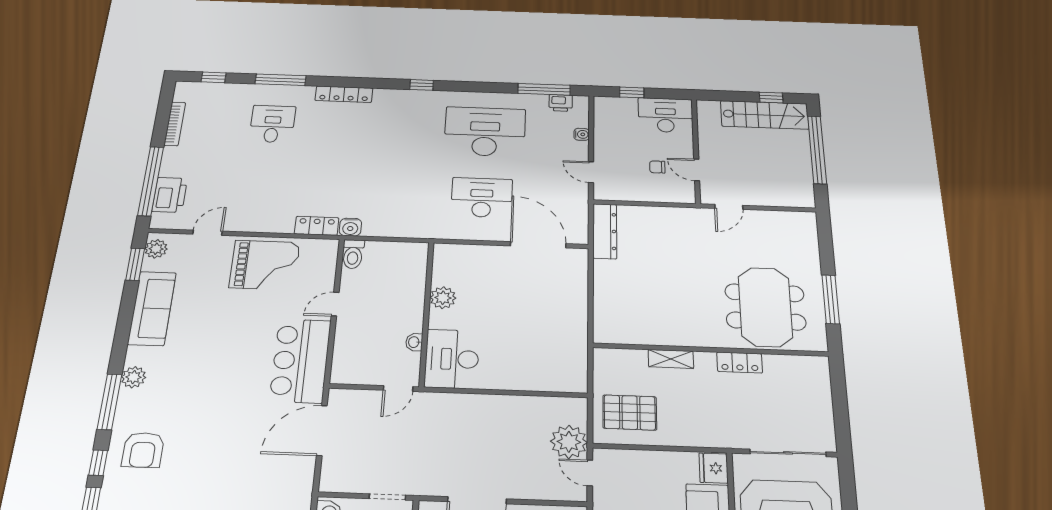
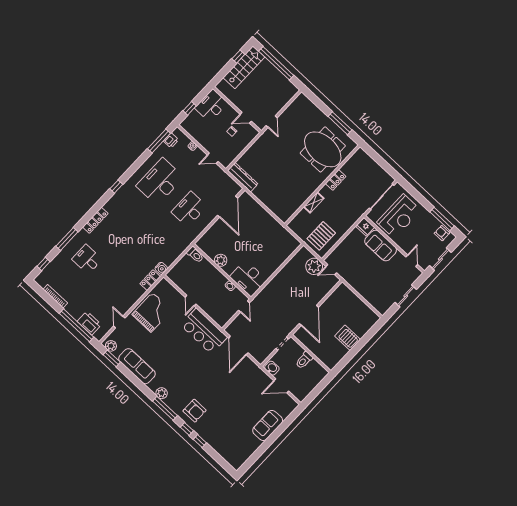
door: (538, 245) -> (228, 207), swing flipped
toilet: (353, 254) -> (195, 255), moved

